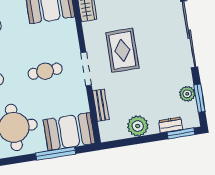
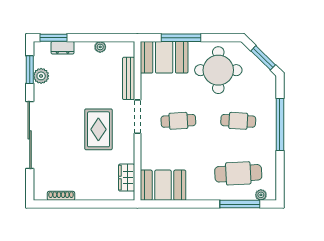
bench: (101, 105) -> (129, 78), width x1.36
plant: (138, 126) -> (100, 47), width x0.53, depth x0.53

